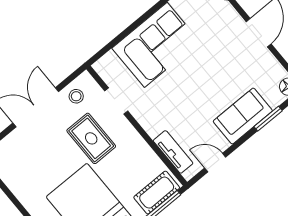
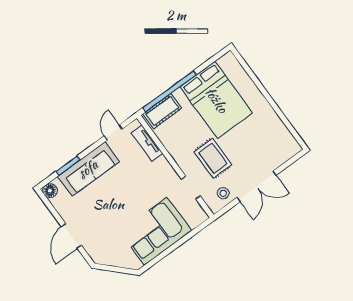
sofa: (243, 116) -> (88, 169), width x1.36
door: (215, 163) -> (113, 132), swing flipped

